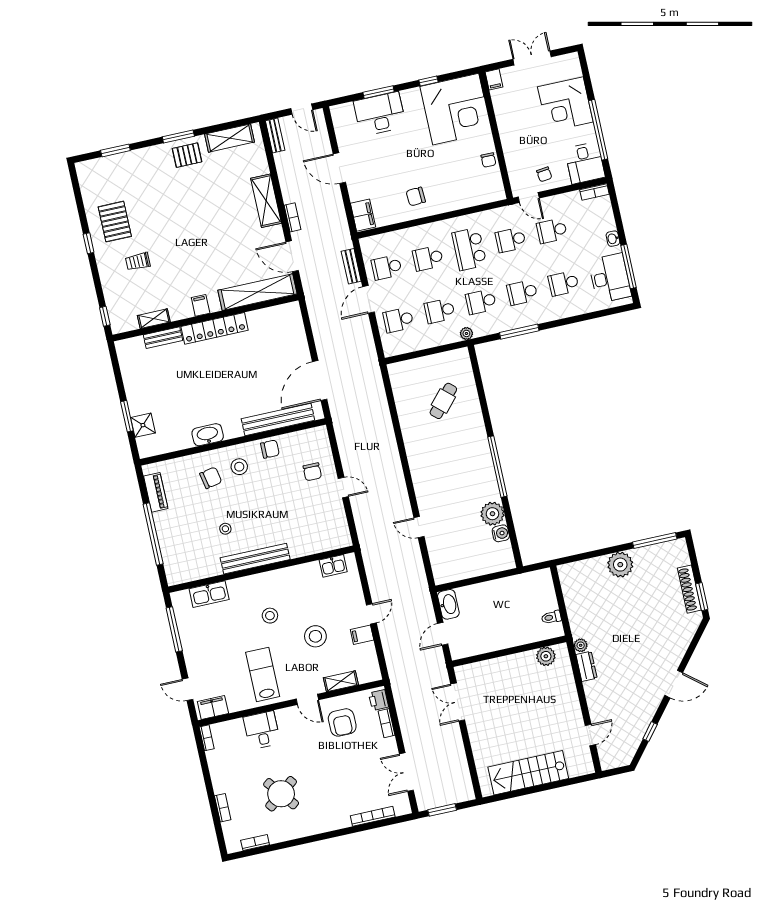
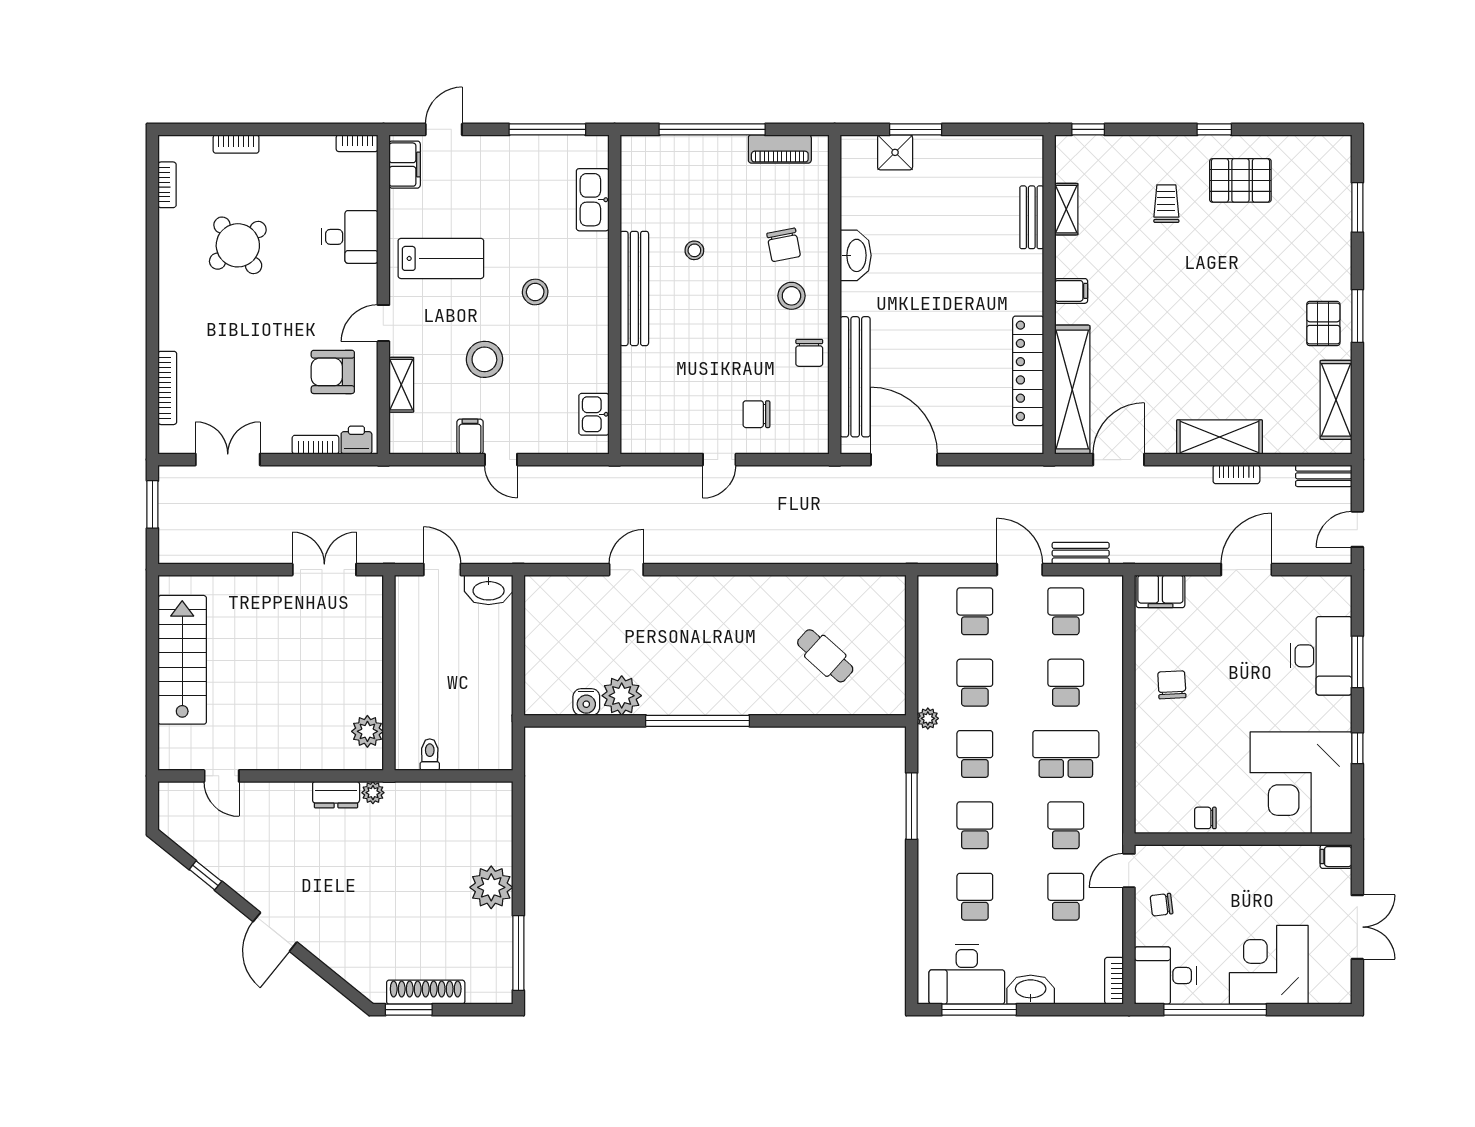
bookcase: (292, 217) -> (1236, 474), moved
washbasin: (613, 239) -> (1031, 990), width x1.91, depth x1.45
locker: (215, 328) -> (1028, 371), moved

